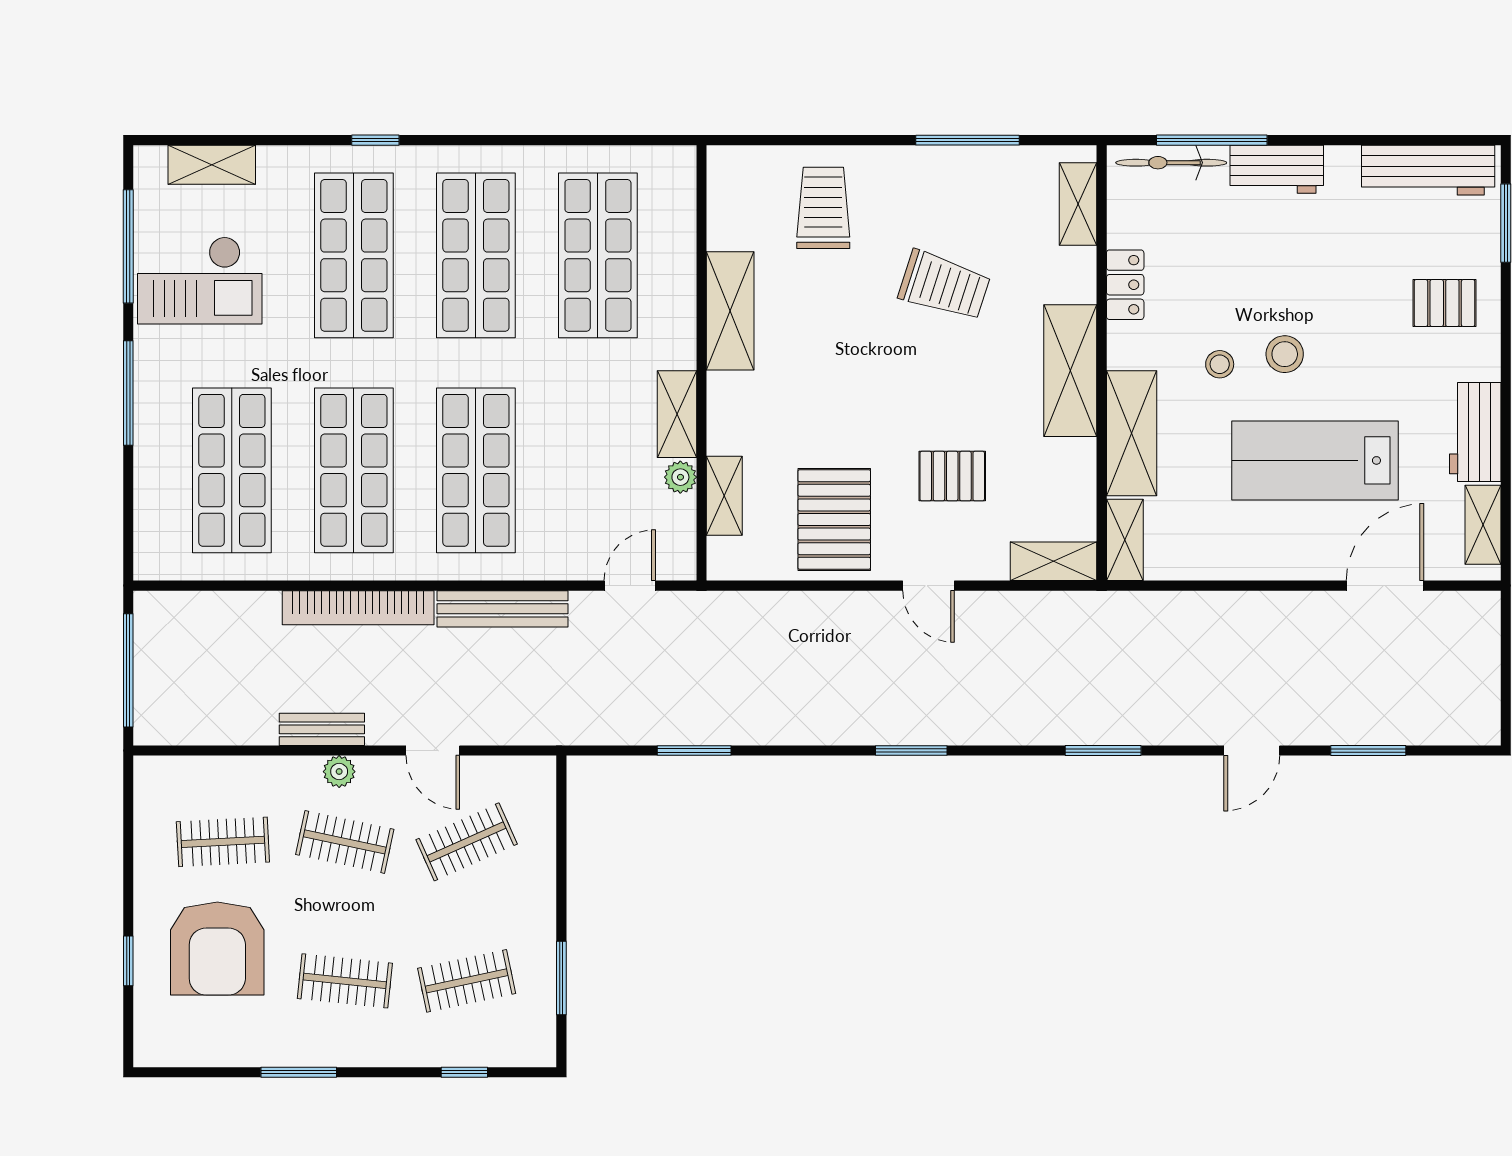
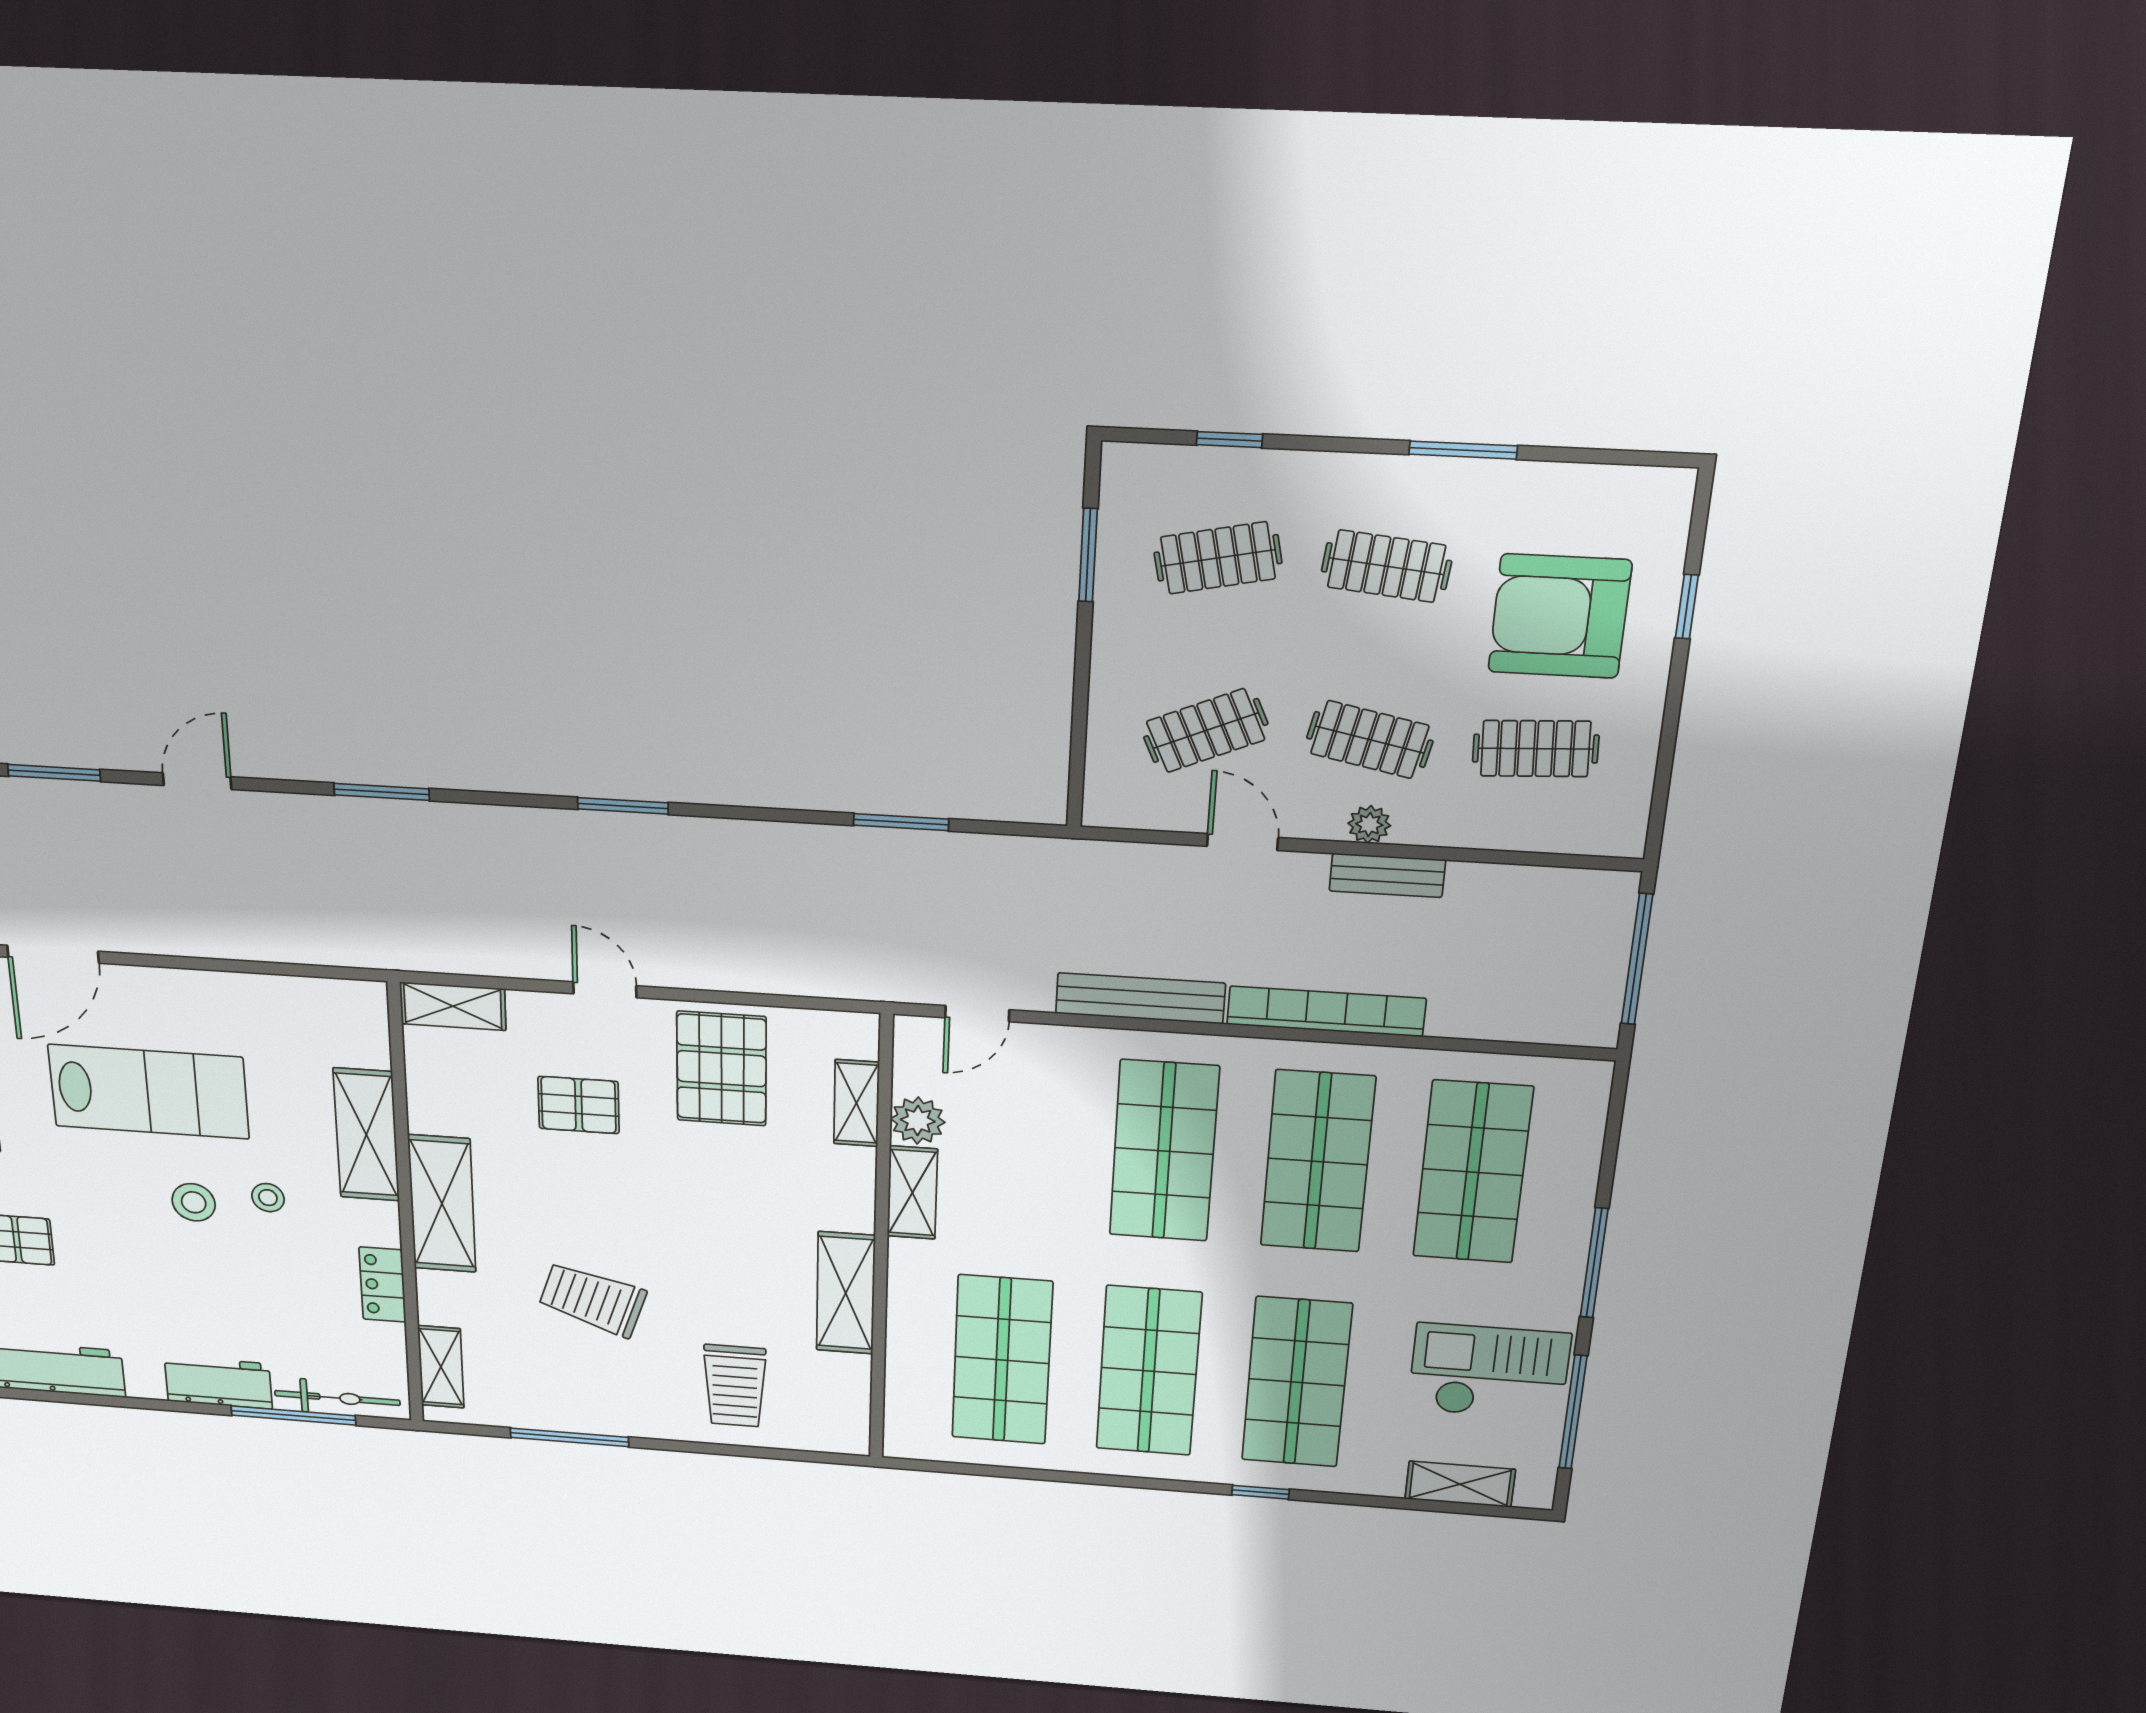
plant: (680, 477) -> (918, 1121), width x1.38, depth x1.38
shelving: (1125, 540) -> (368, 1023), removed
armchair: (217, 949) -> (1560, 616), turned -90

